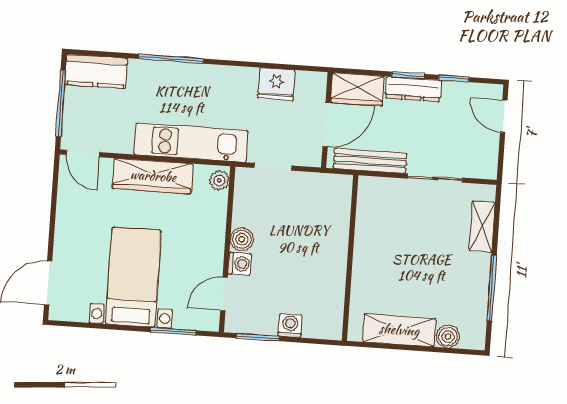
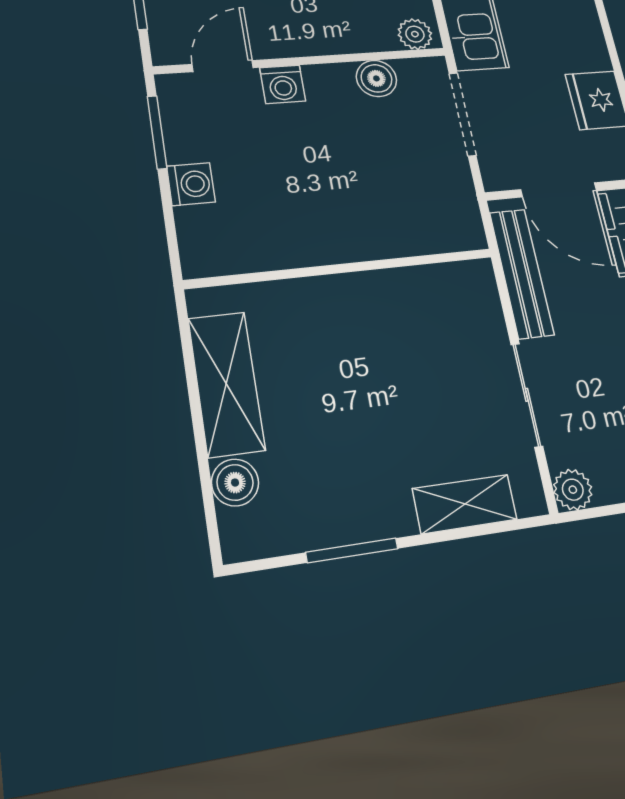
doorway: (273, 167) -> (462, 114), width x1.38
plant: (487, 169) -> (573, 490), added
boiler: (242, 239) -> (376, 78), moved
window: (492, 288) -> (352, 550), width x0.69
door: (224, 294) -> (223, 66), hinge flipped

